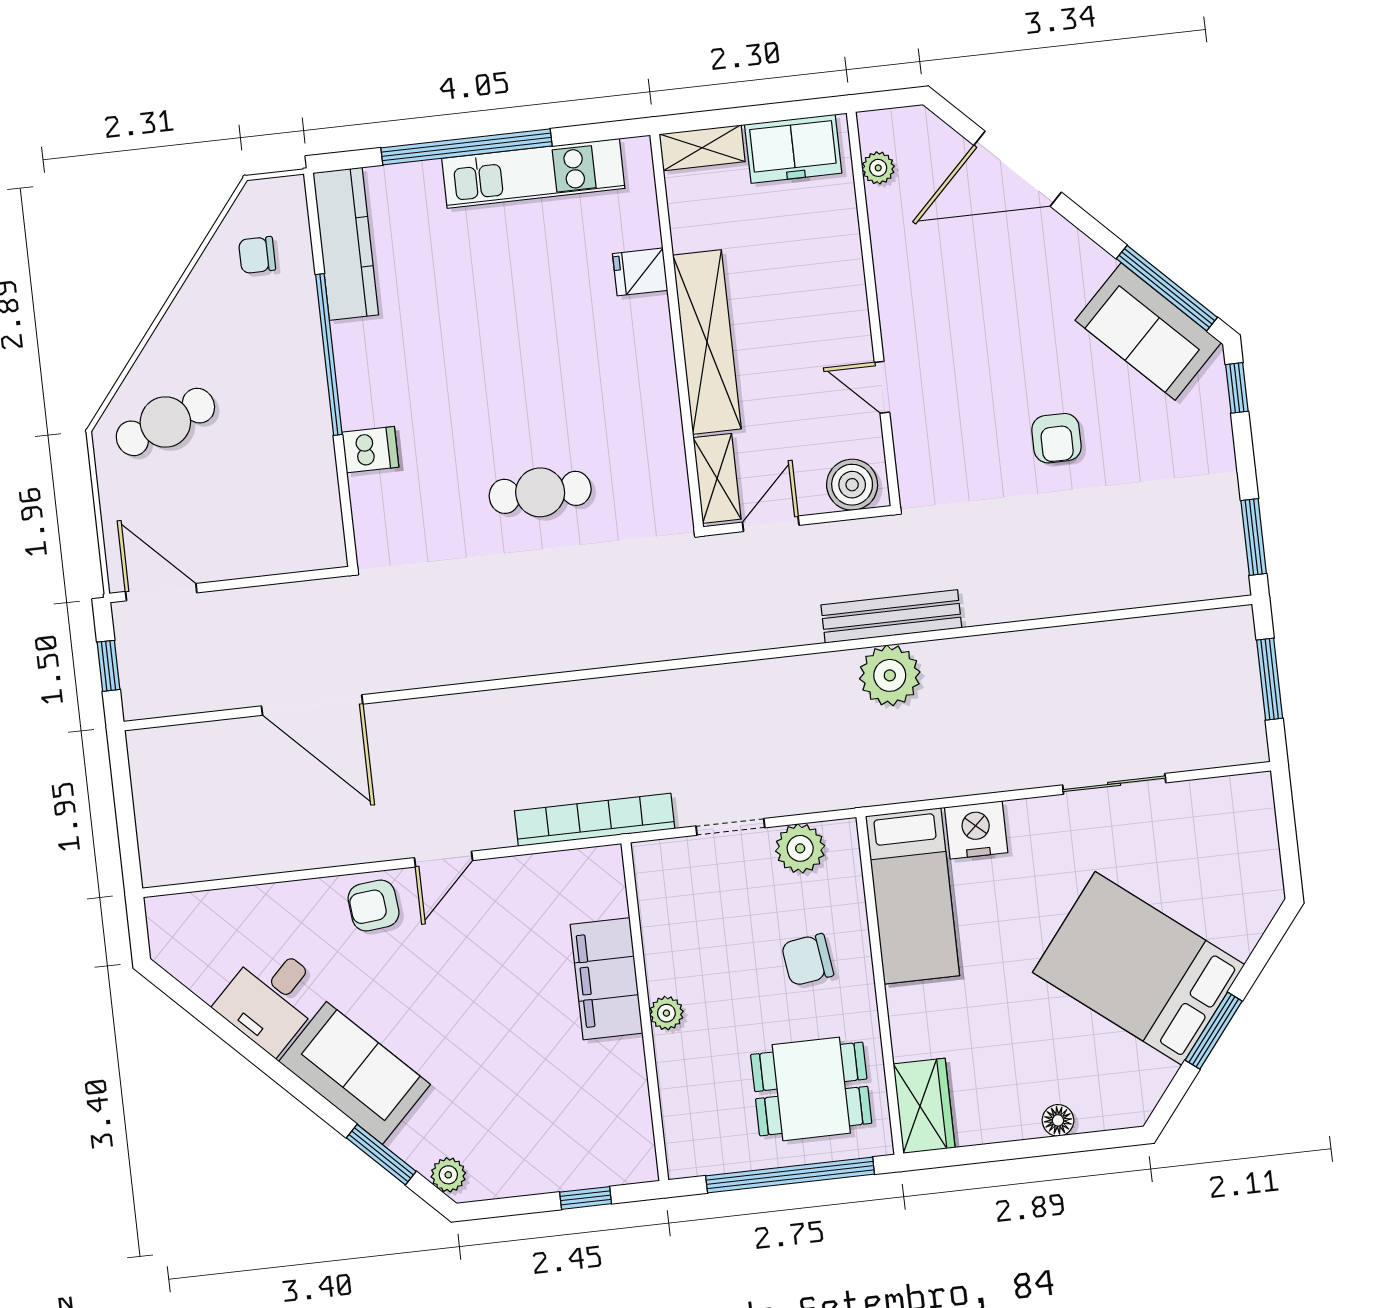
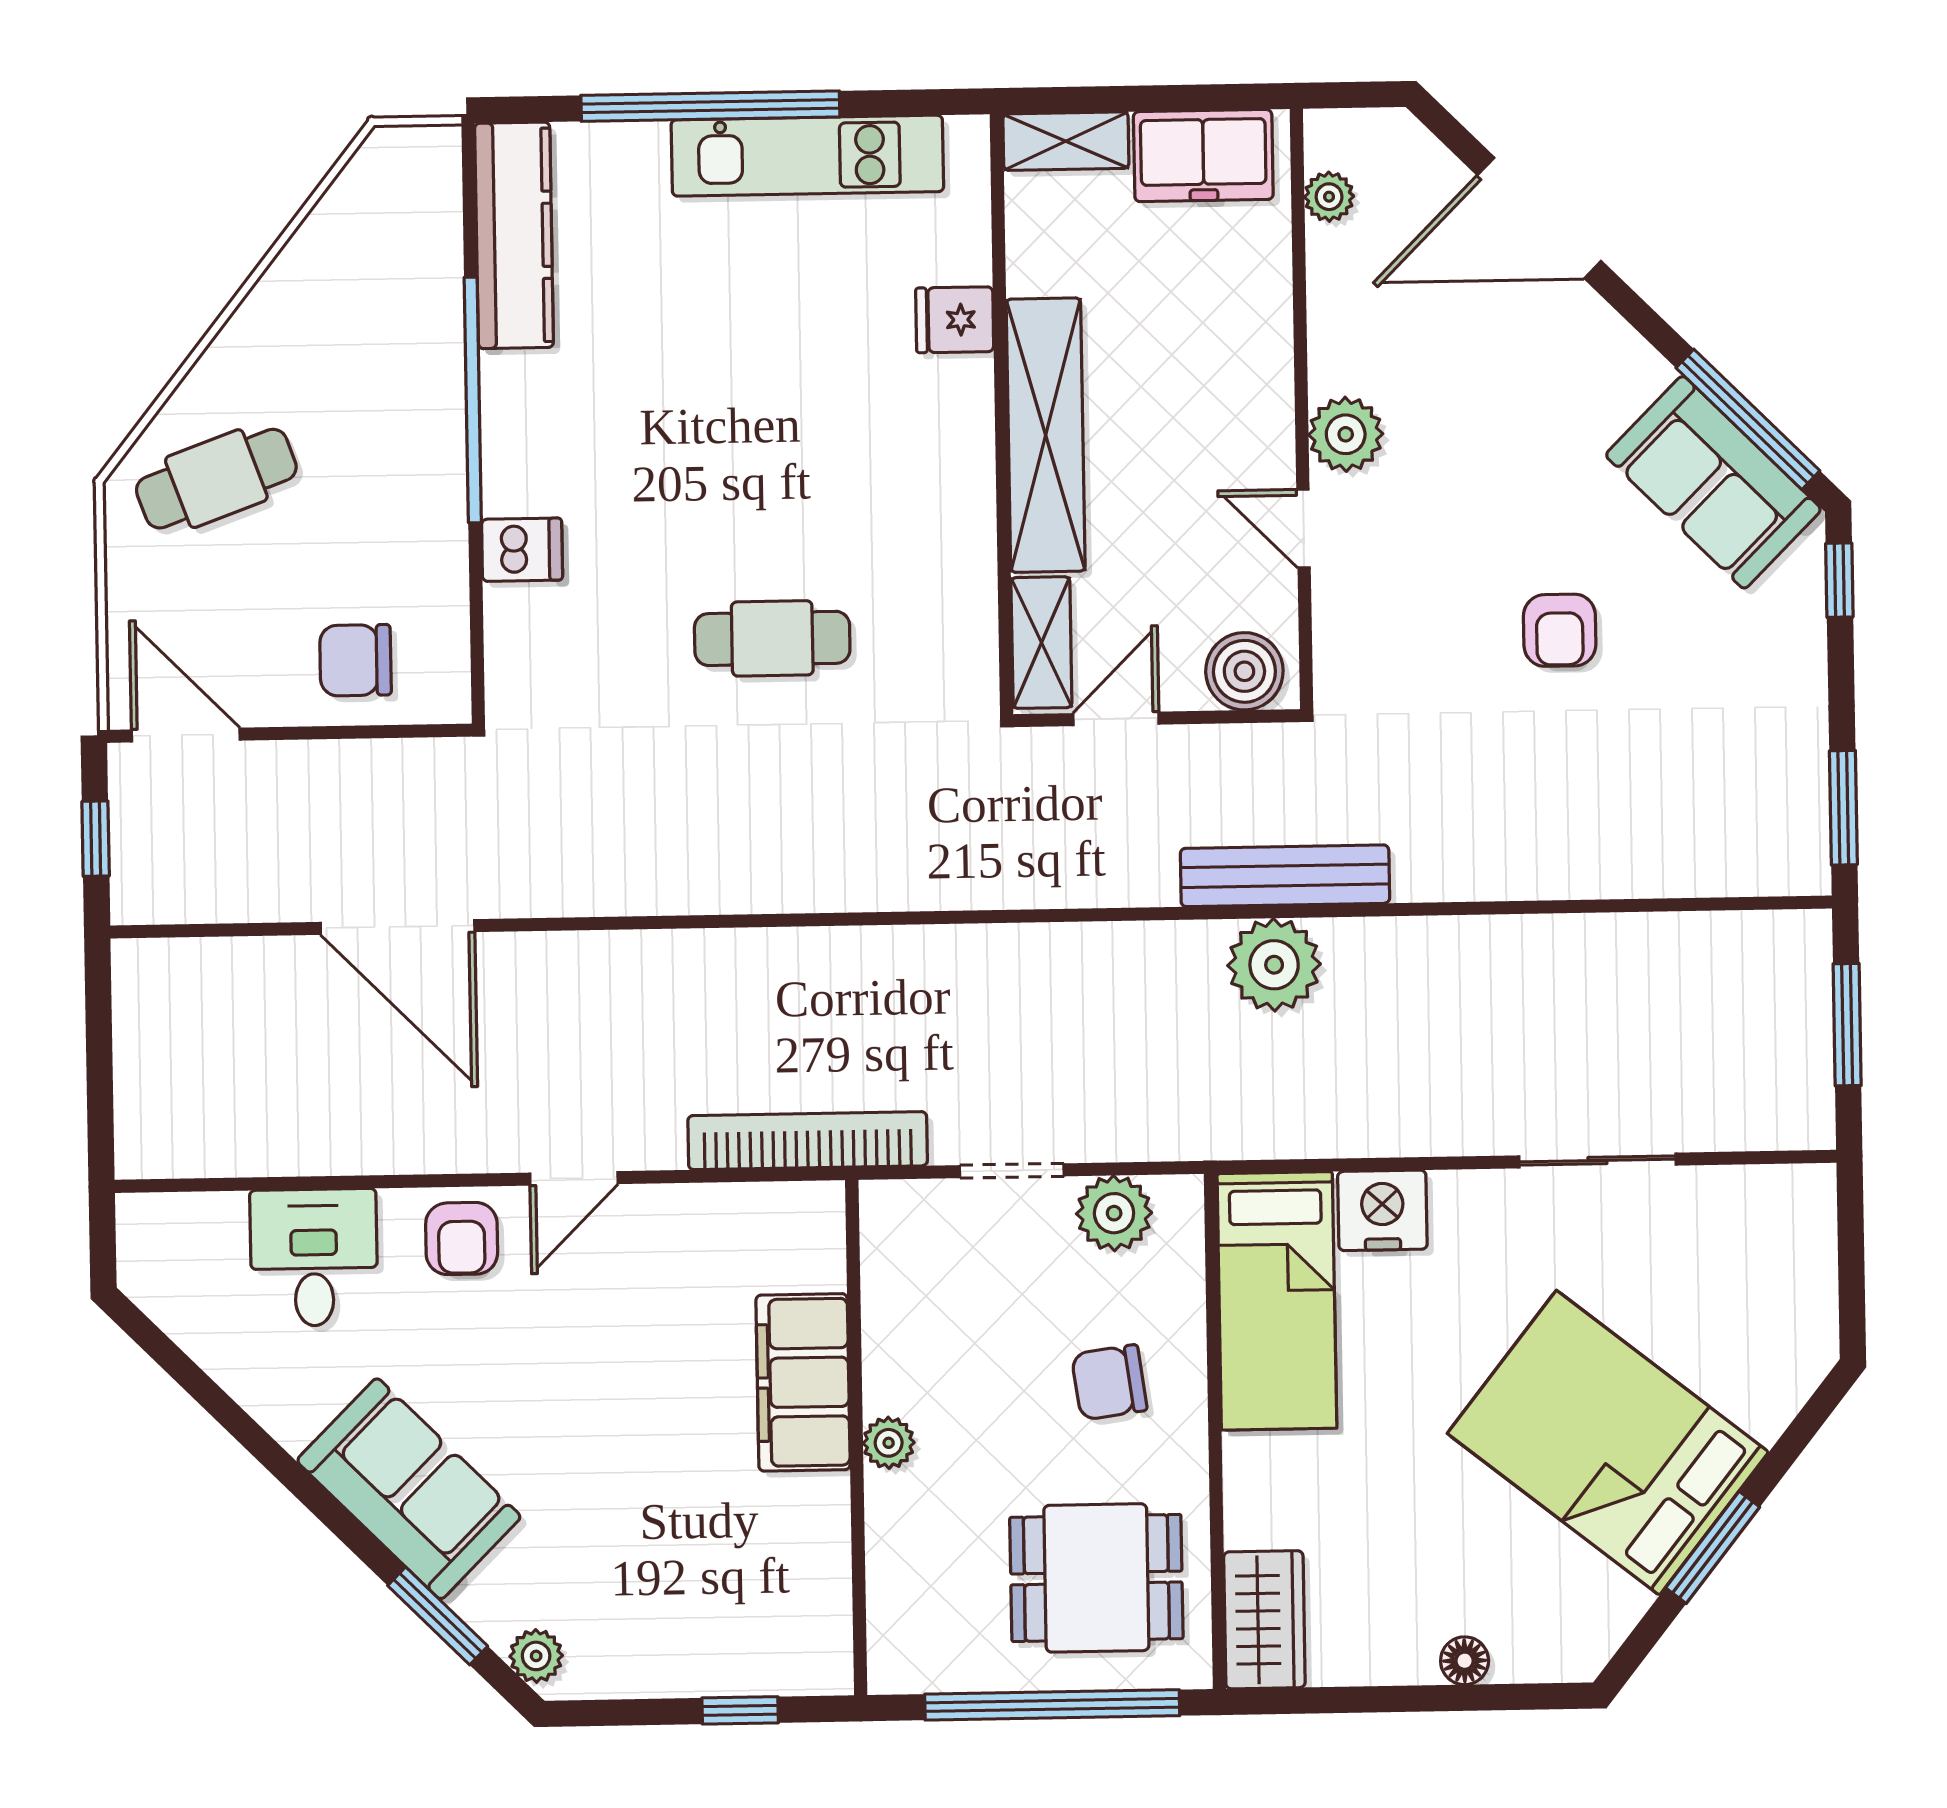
chair: (257, 255) -> (355, 660), moved, width x1.37, depth x1.37
plant: (904, 323) -> (1346, 434), added
armchair: (374, 906) -> (462, 1239), turned -84
desk: (271, 998) -> (314, 1257), moved, turned 135

